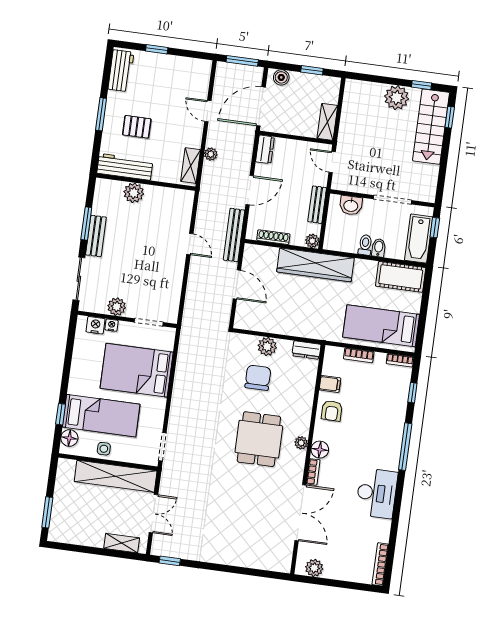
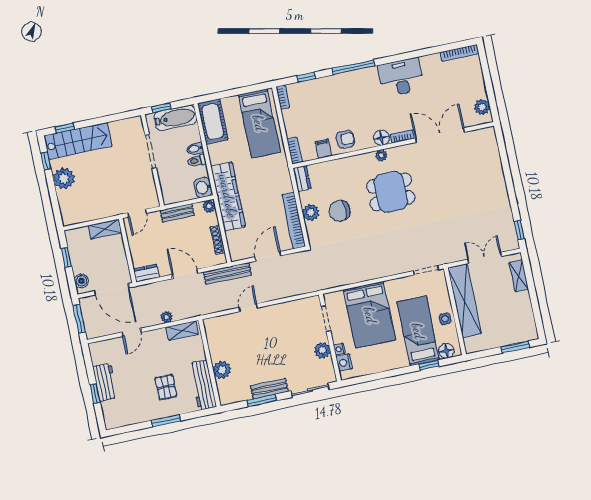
workbench: (121, 71) -> (105, 382), moved, turned 90
washbasin: (351, 205) -> (203, 188), moved, turned 180
bookcase: (265, 325) -> (294, 221), added
bookcase: (359, 355) -> (295, 151), moved

